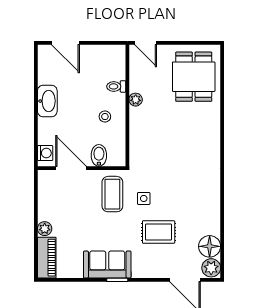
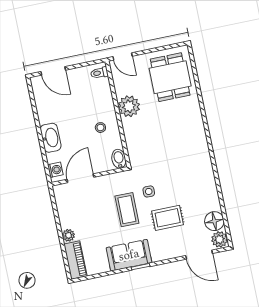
toilet: (116, 86) -> (99, 73), moved
plant: (136, 100) -> (129, 106), width x1.87, depth x1.87
washbasin: (47, 101) -> (51, 138), moved
bidet: (99, 155) -> (119, 159), moved
door: (71, 168) -> (80, 178), hinge flipped
coffee table: (112, 194) -> (127, 210), moved

